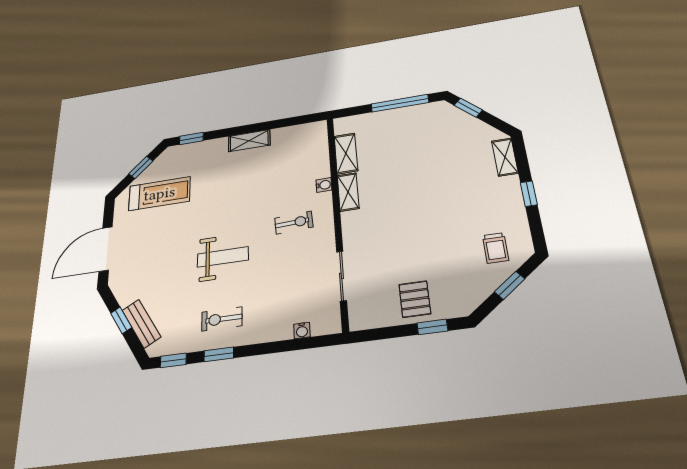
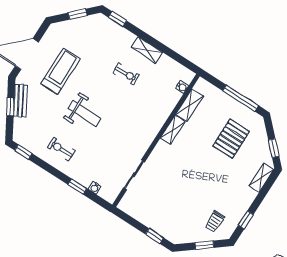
window: (468, 108) -> (274, 148), moved
water cooler: (324, 185) -> (182, 87), moved
treadmill: (160, 194) -> (61, 71), moved, turned -90
window: (529, 194) -> (246, 220), moved
exercise bike: (294, 223) -> (126, 74), moved
pallet: (415, 299) -> (231, 139), moved, width x1.50, depth x1.42
bench: (141, 324) -> (20, 101), moved
window: (219, 354) -> (77, 186), moved

